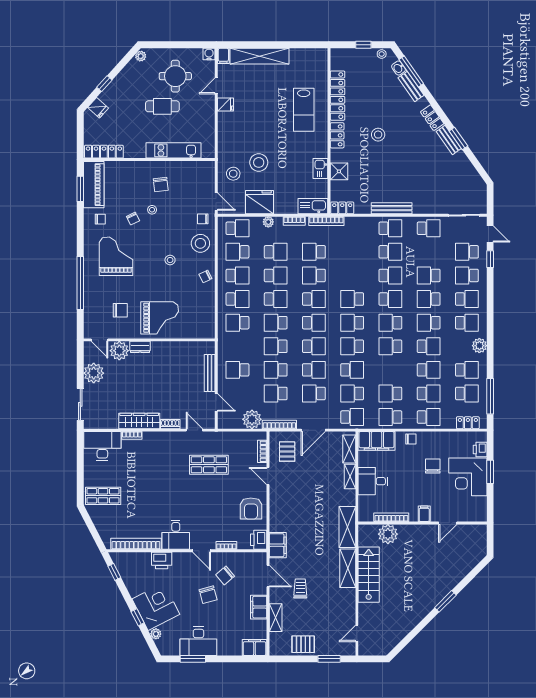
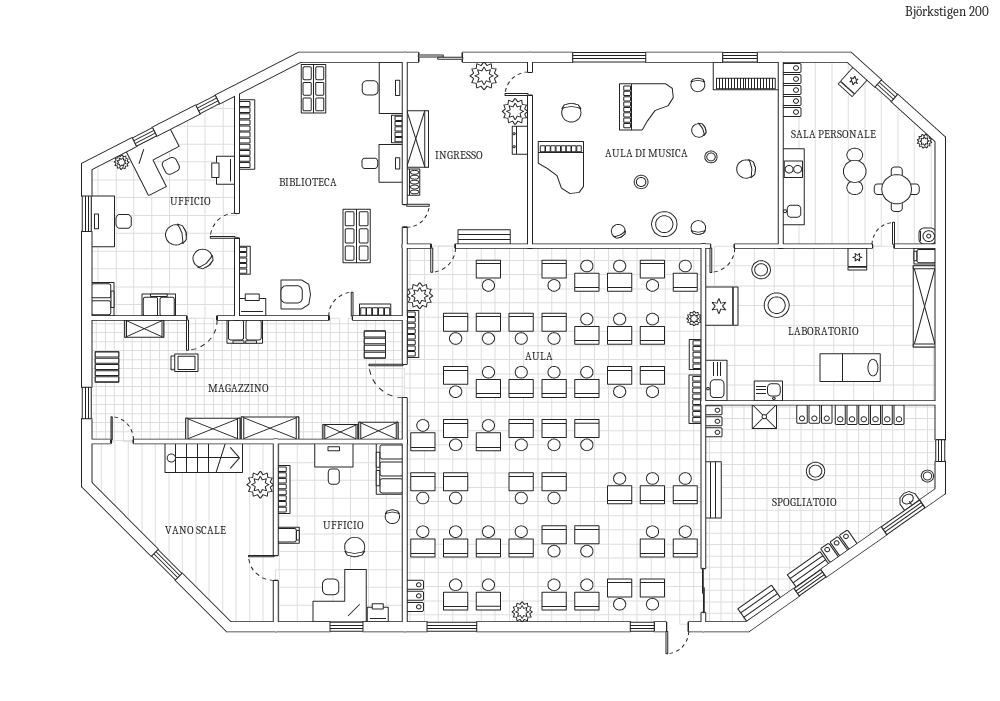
door: (216, 86) -> (883, 246), hinge flipped
bench: (411, 87) -> (759, 603), moved
school desk: (429, 275) -> (652, 541), moved, turned 180
school desk: (390, 299) -> (587, 488), removed
pallet: (287, 452) -> (375, 345), turned 90
chair: (433, 466) -> (355, 547), turned -90
desk: (176, 535) -> (382, 163), moved, turned 180

